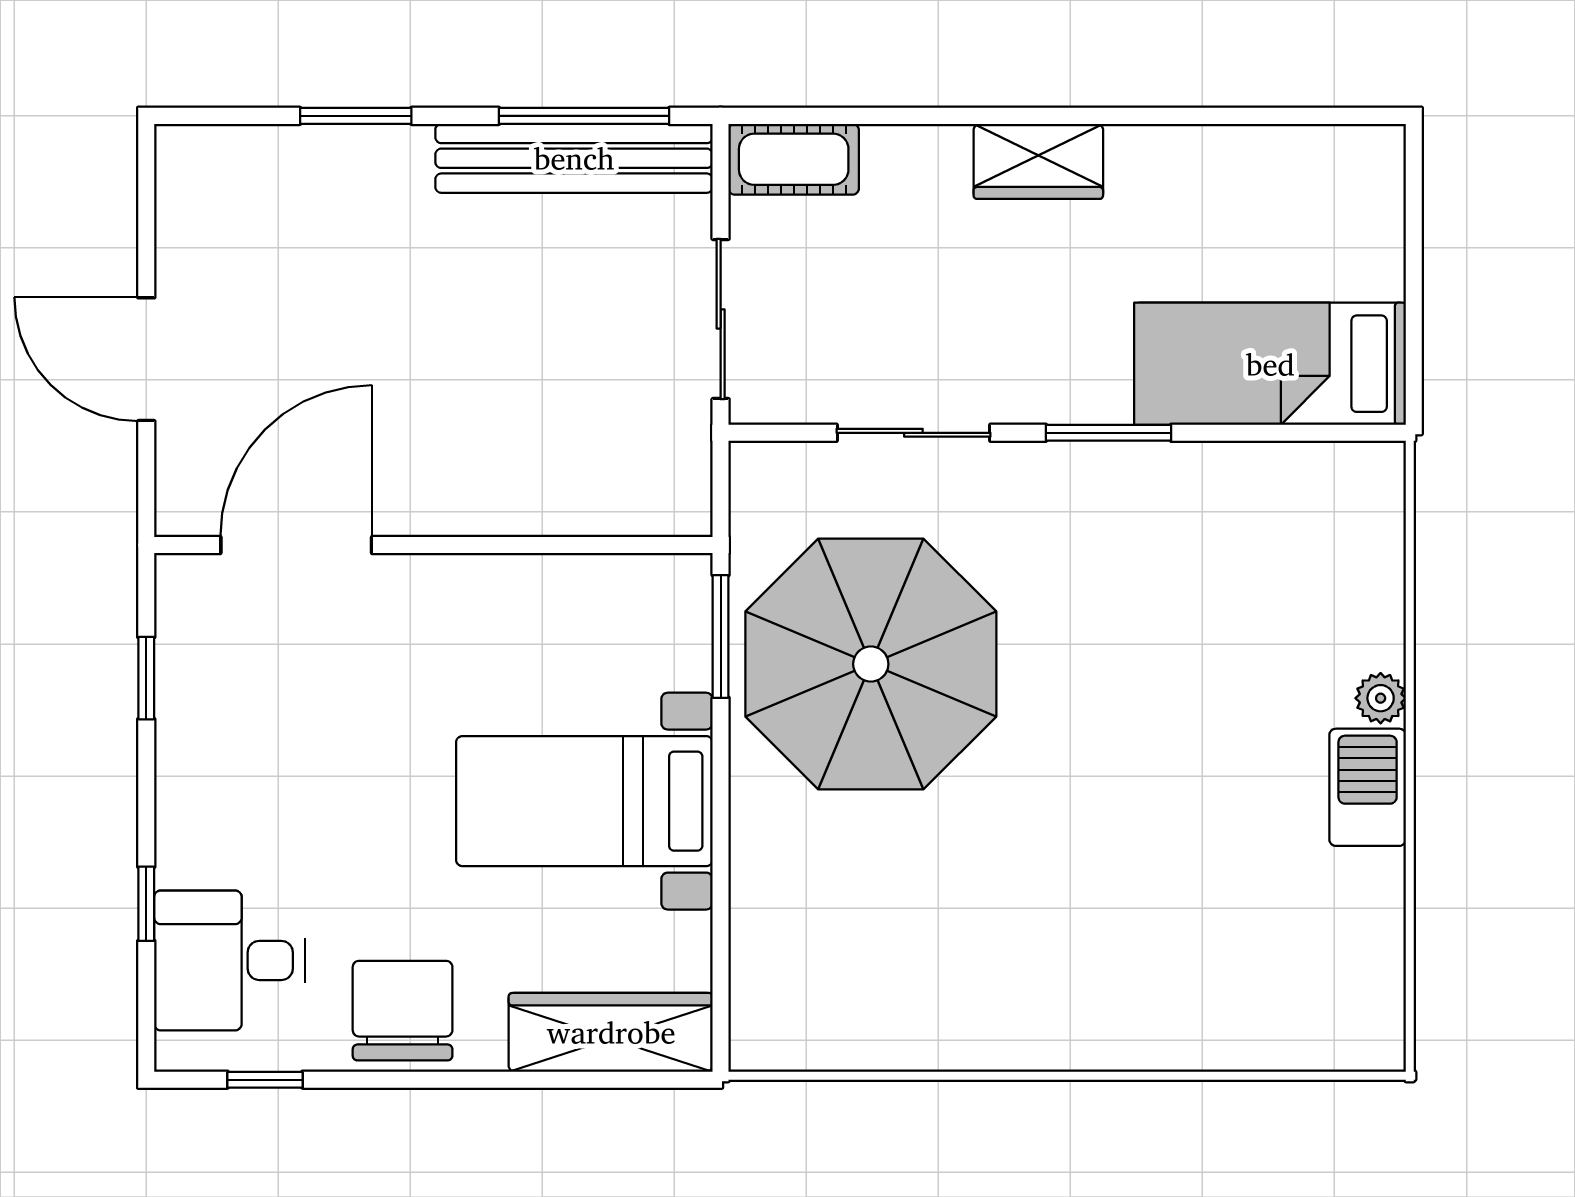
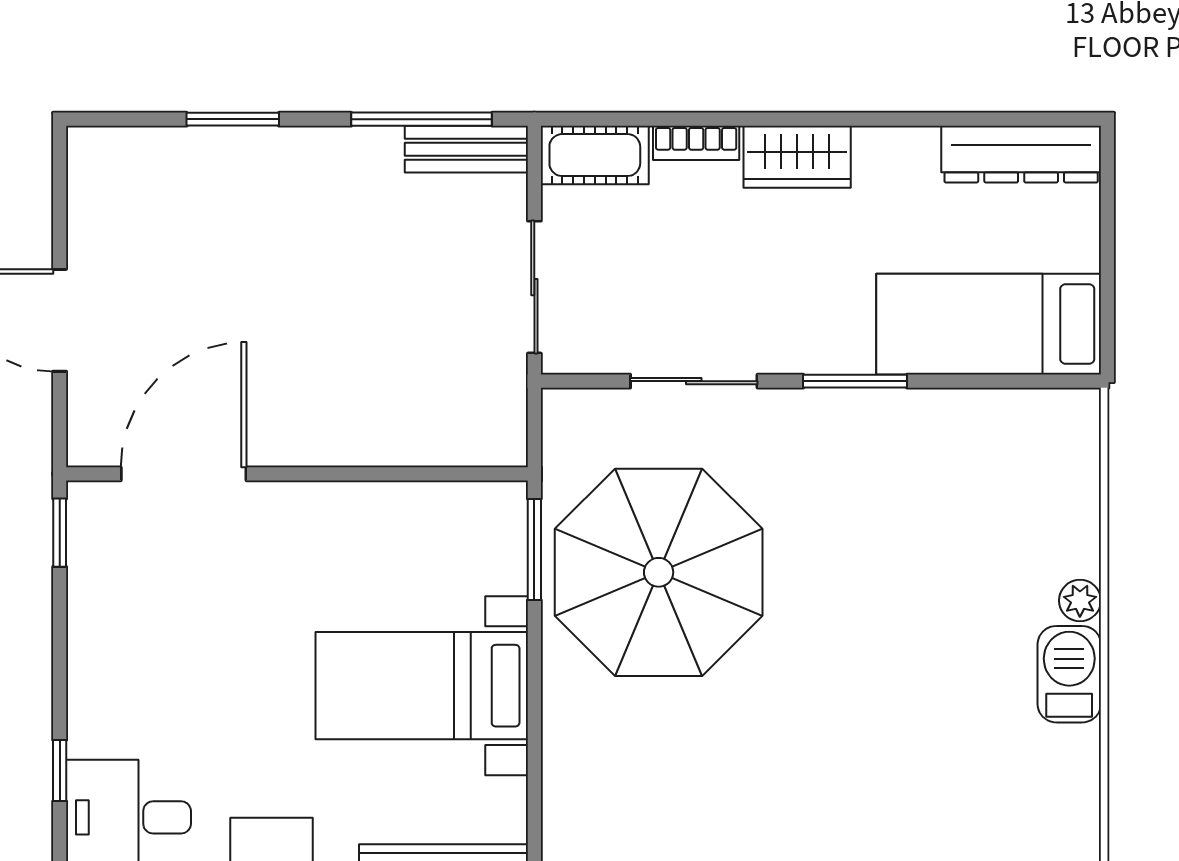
bookcase: (916, 145) -> (696, 143), added
bench: (574, 158) -> (466, 149), width x0.54, depth x0.82
dresser: (1309, 158) -> (1021, 154), added
window: (146, 678) -> (60, 533), moved

